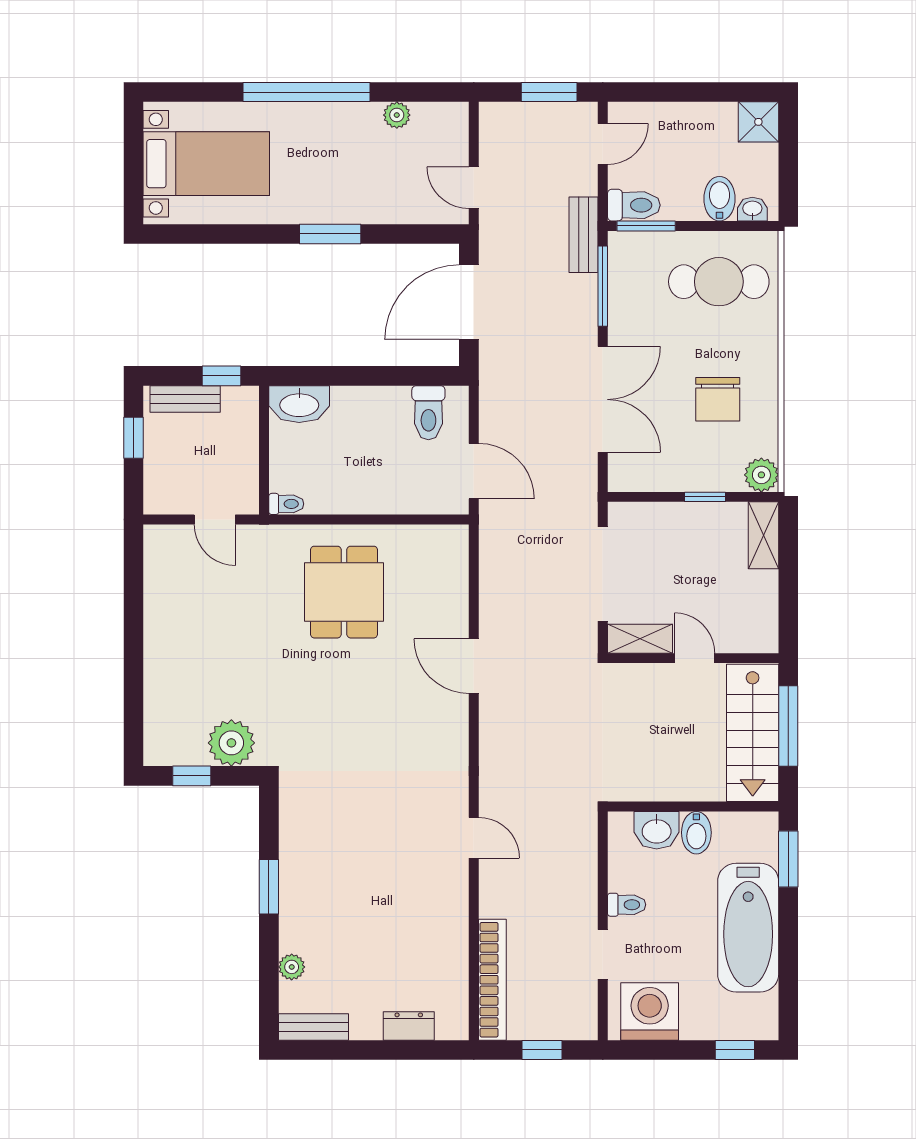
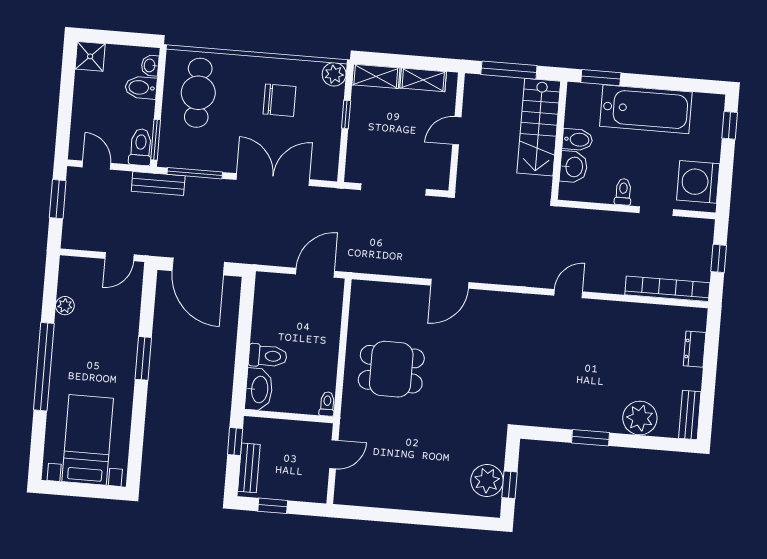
toilet: (428, 413) -> (268, 356), moved
shelving: (640, 639) -> (423, 80), moved, turned 90
stairs: (753, 733) -> (539, 127), moved, turned 90
plant: (231, 743) -> (487, 480), moved
plant: (292, 967) -> (640, 418), width x1.88, depth x1.88

